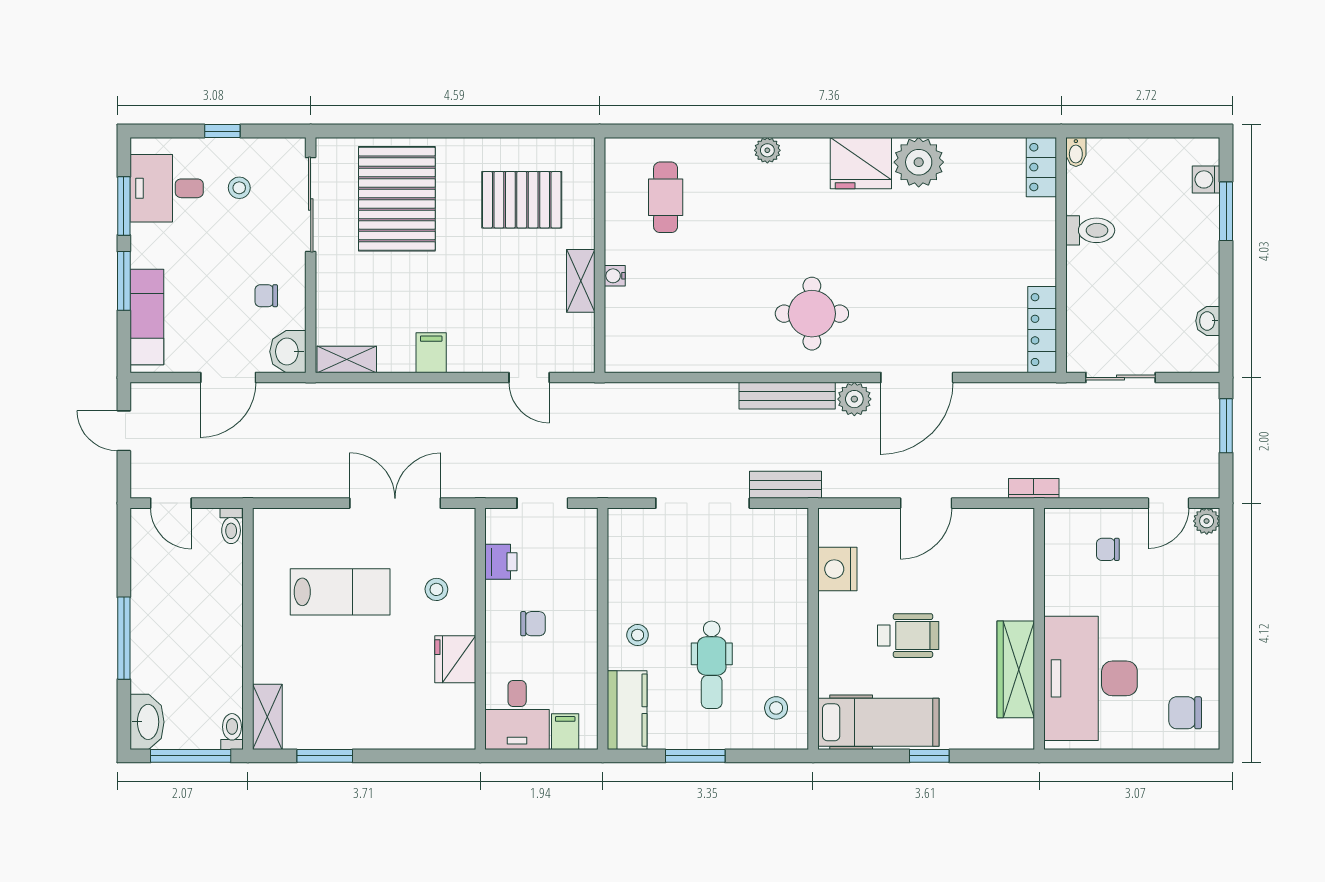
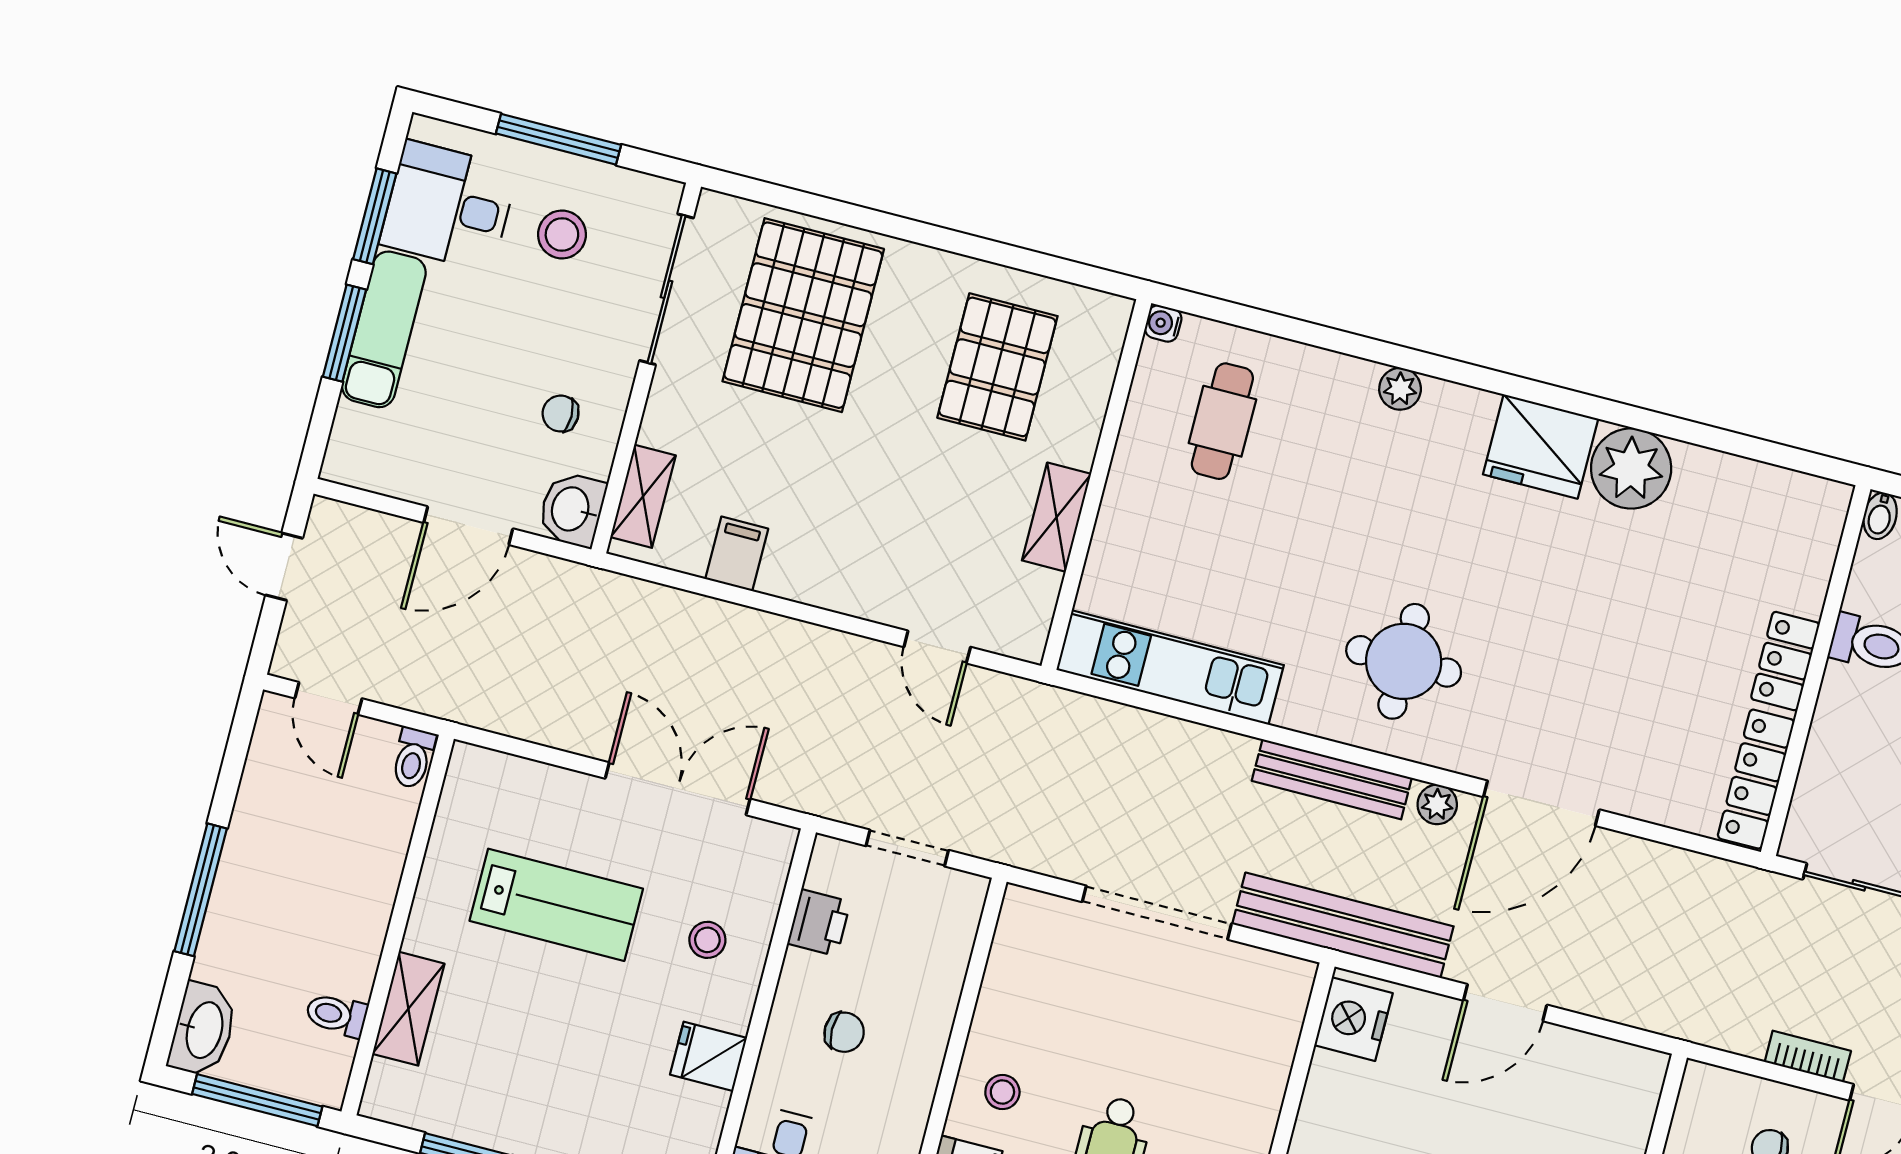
window: (222, 131) -> (559, 139), width x2.17
locker: (1041, 167) -> (1785, 661), moved
stool: (239, 188) -> (562, 234), width x1.37, depth x1.37
pallet: (522, 200) -> (997, 367), turned 90
water cooler: (615, 276) -> (1163, 323), moved
exam couch: (147, 317) -> (384, 329), moved
filing cabinet: (431, 353) -> (737, 554), moved
kitchen unit: (672, 354) -> (1170, 667), added
shelving: (347, 359) -> (643, 496), moved, turned 90
plant: (854, 399) -> (1437, 804), width x0.73, depth x0.73
bench: (785, 485) -> (1343, 925), width x1.86, depth x1.21
bookcase: (1034, 488) -> (1808, 1056), moved
nightstand: (837, 569) -> (1353, 1019), moved
fridge: (455, 659) -> (708, 1056), width x0.72
shelving: (267, 717) -> (408, 1009), moved
toilet: (232, 732) -> (336, 1015), moved, turned -90

